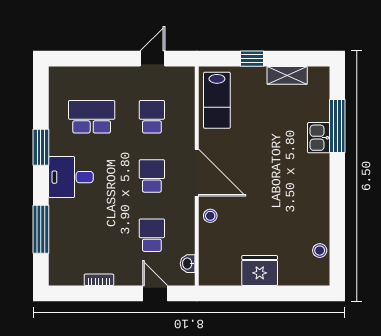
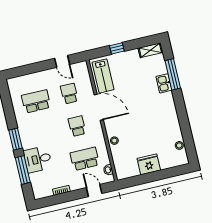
door: (153, 59) -> (62, 61), swing flipped
shelving: (287, 75) -> (150, 50), moved
window: (41, 147) -> (15, 139), moved
door: (197, 173) -> (99, 107), moved
desk: (71, 177) -> (38, 159), moved
school desk: (152, 235) -> (85, 159), width x1.85

